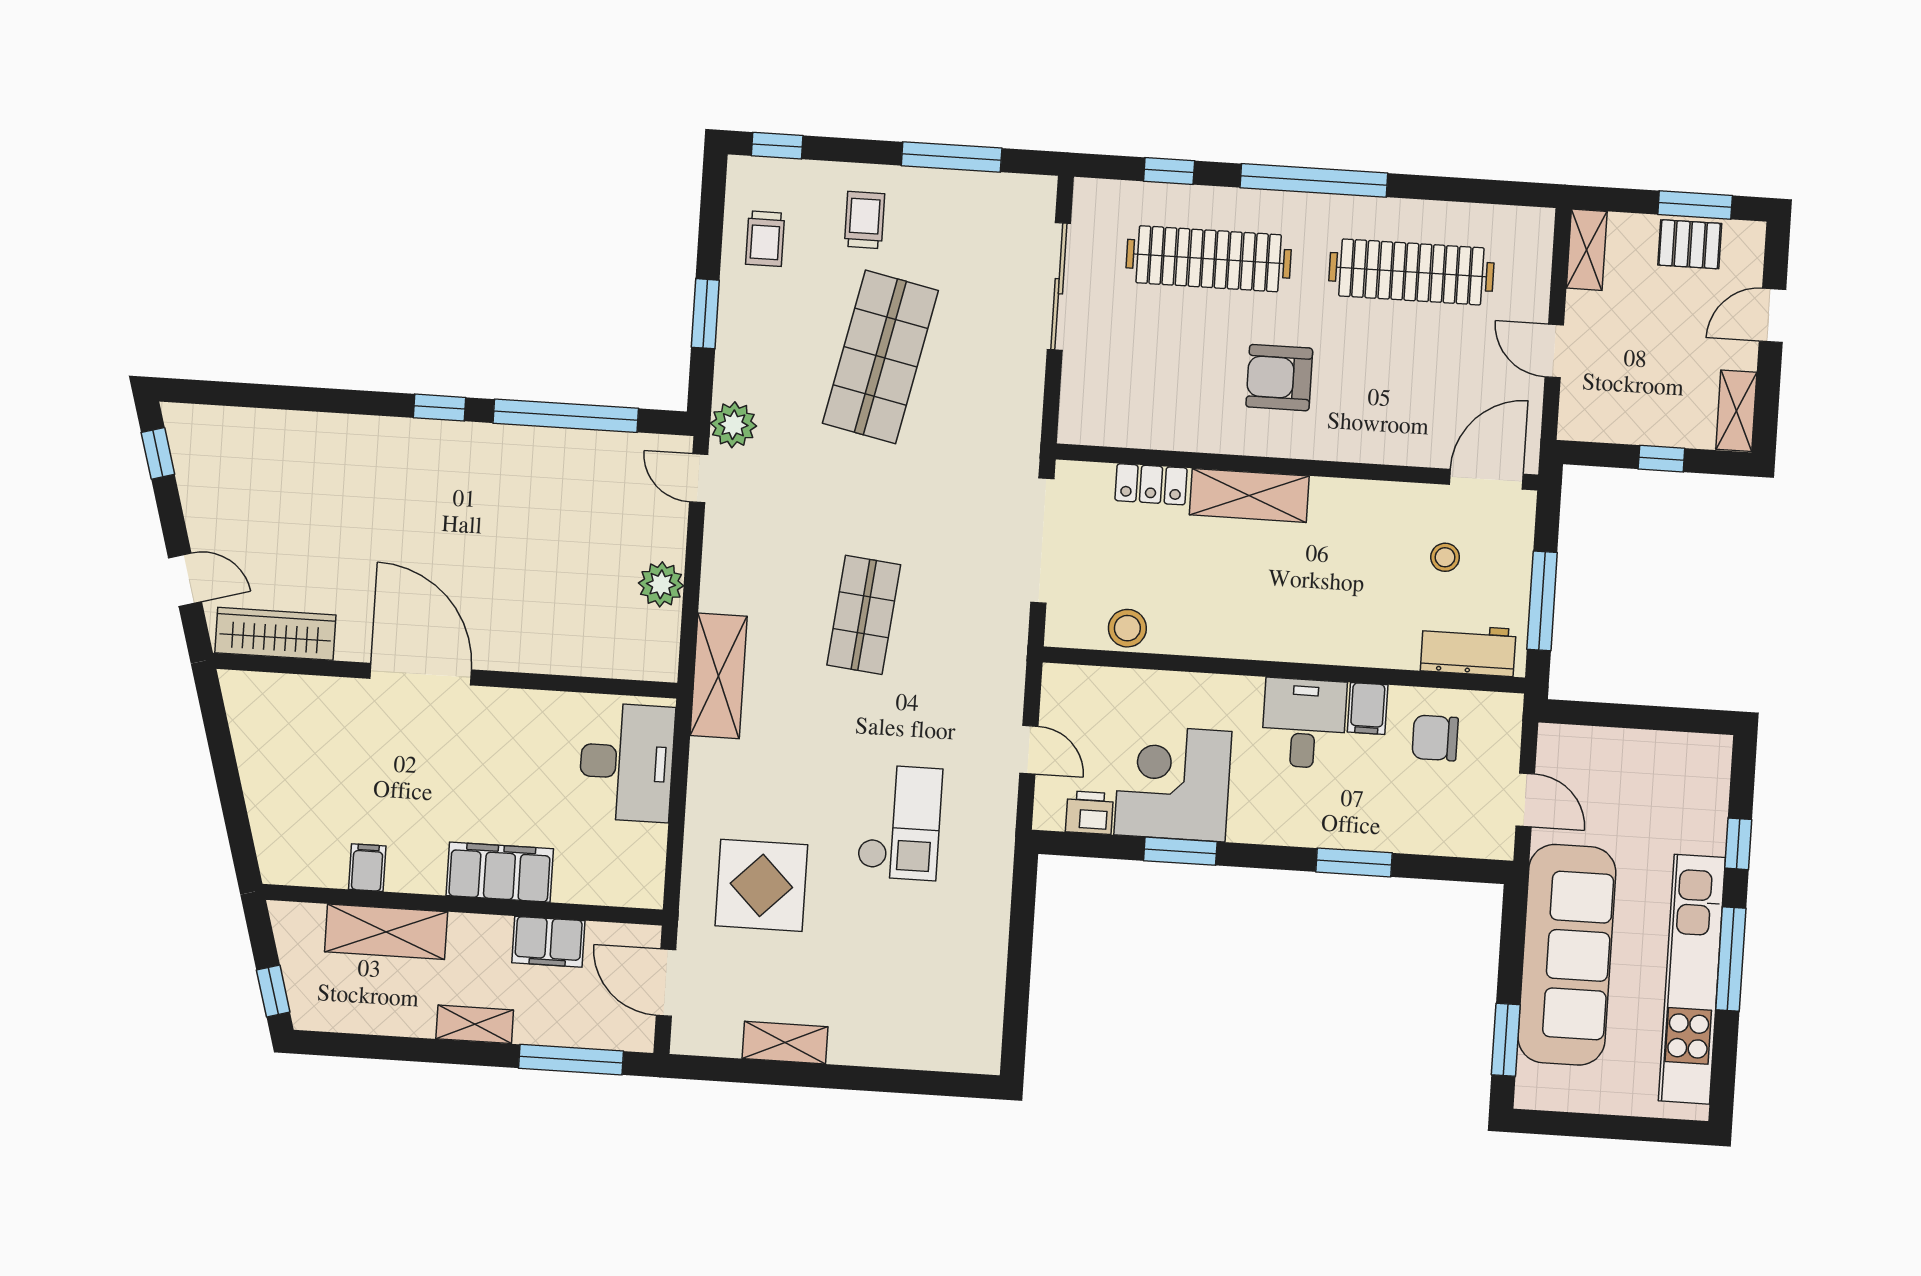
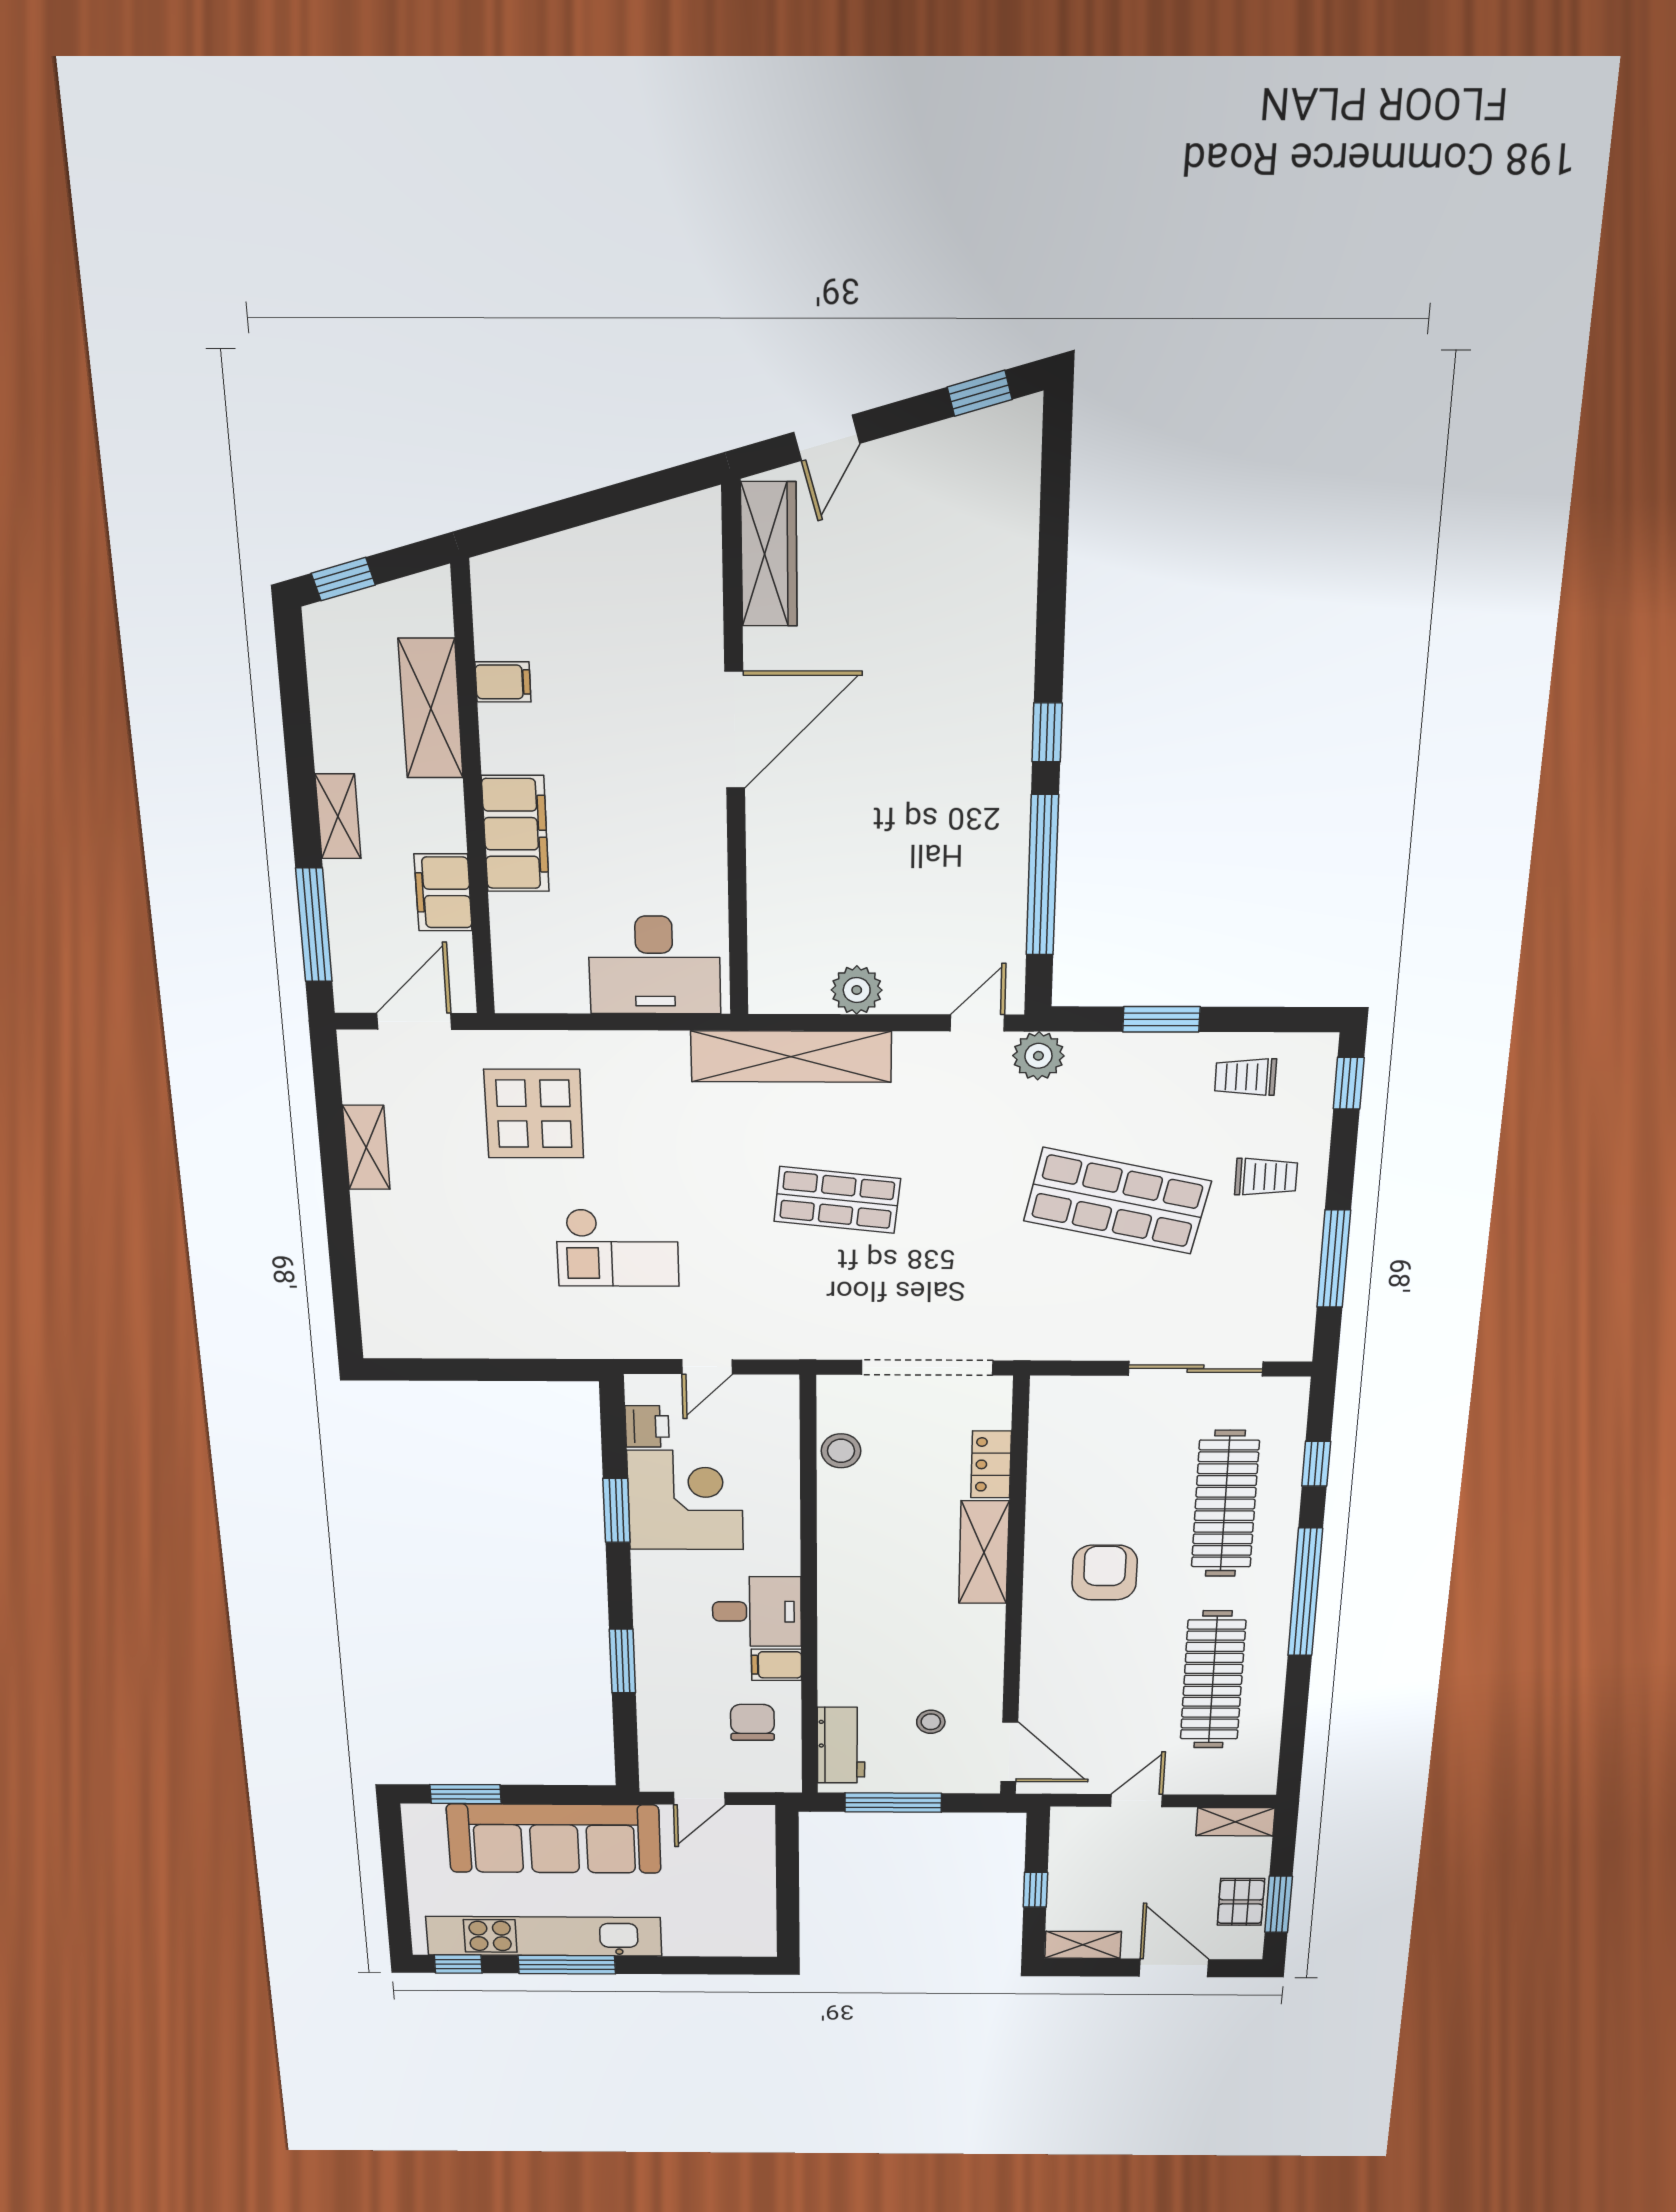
door: (1772, 315) -> (1174, 1968), width x1.38
shelving: (719, 676) -> (791, 1057), width x1.47
window: (1738, 844) -> (458, 1964), moved

